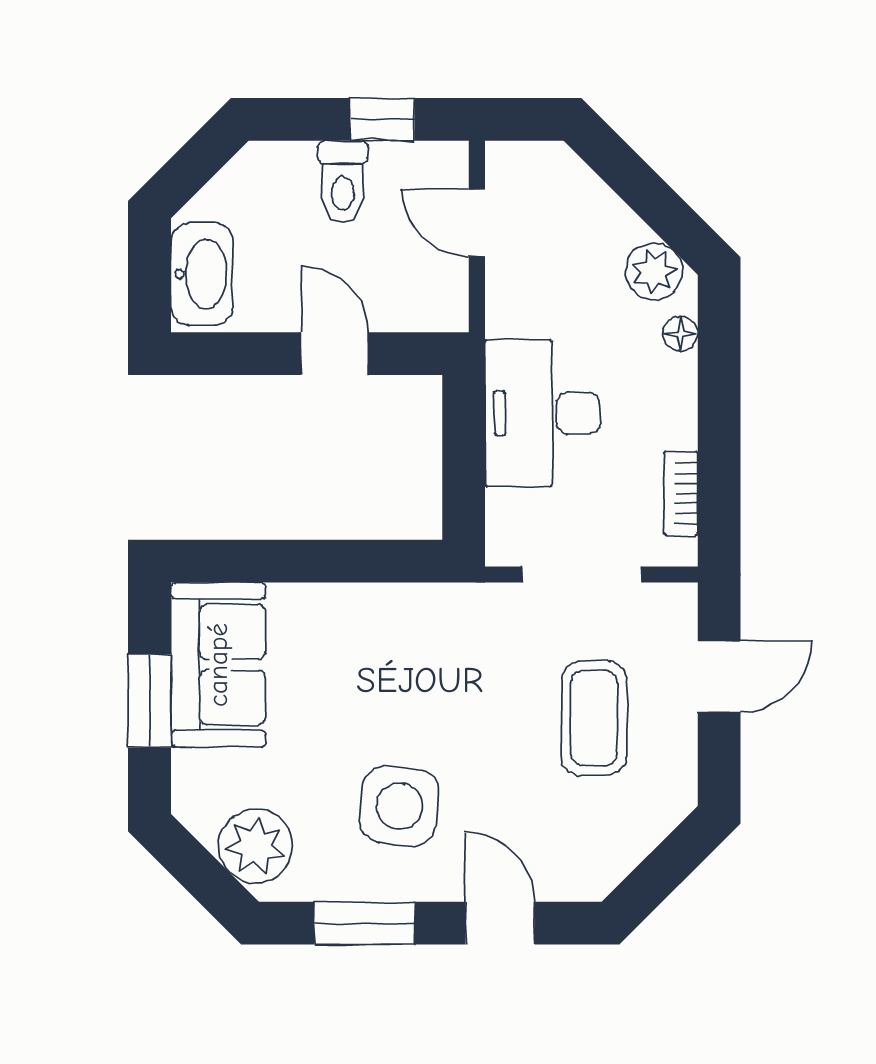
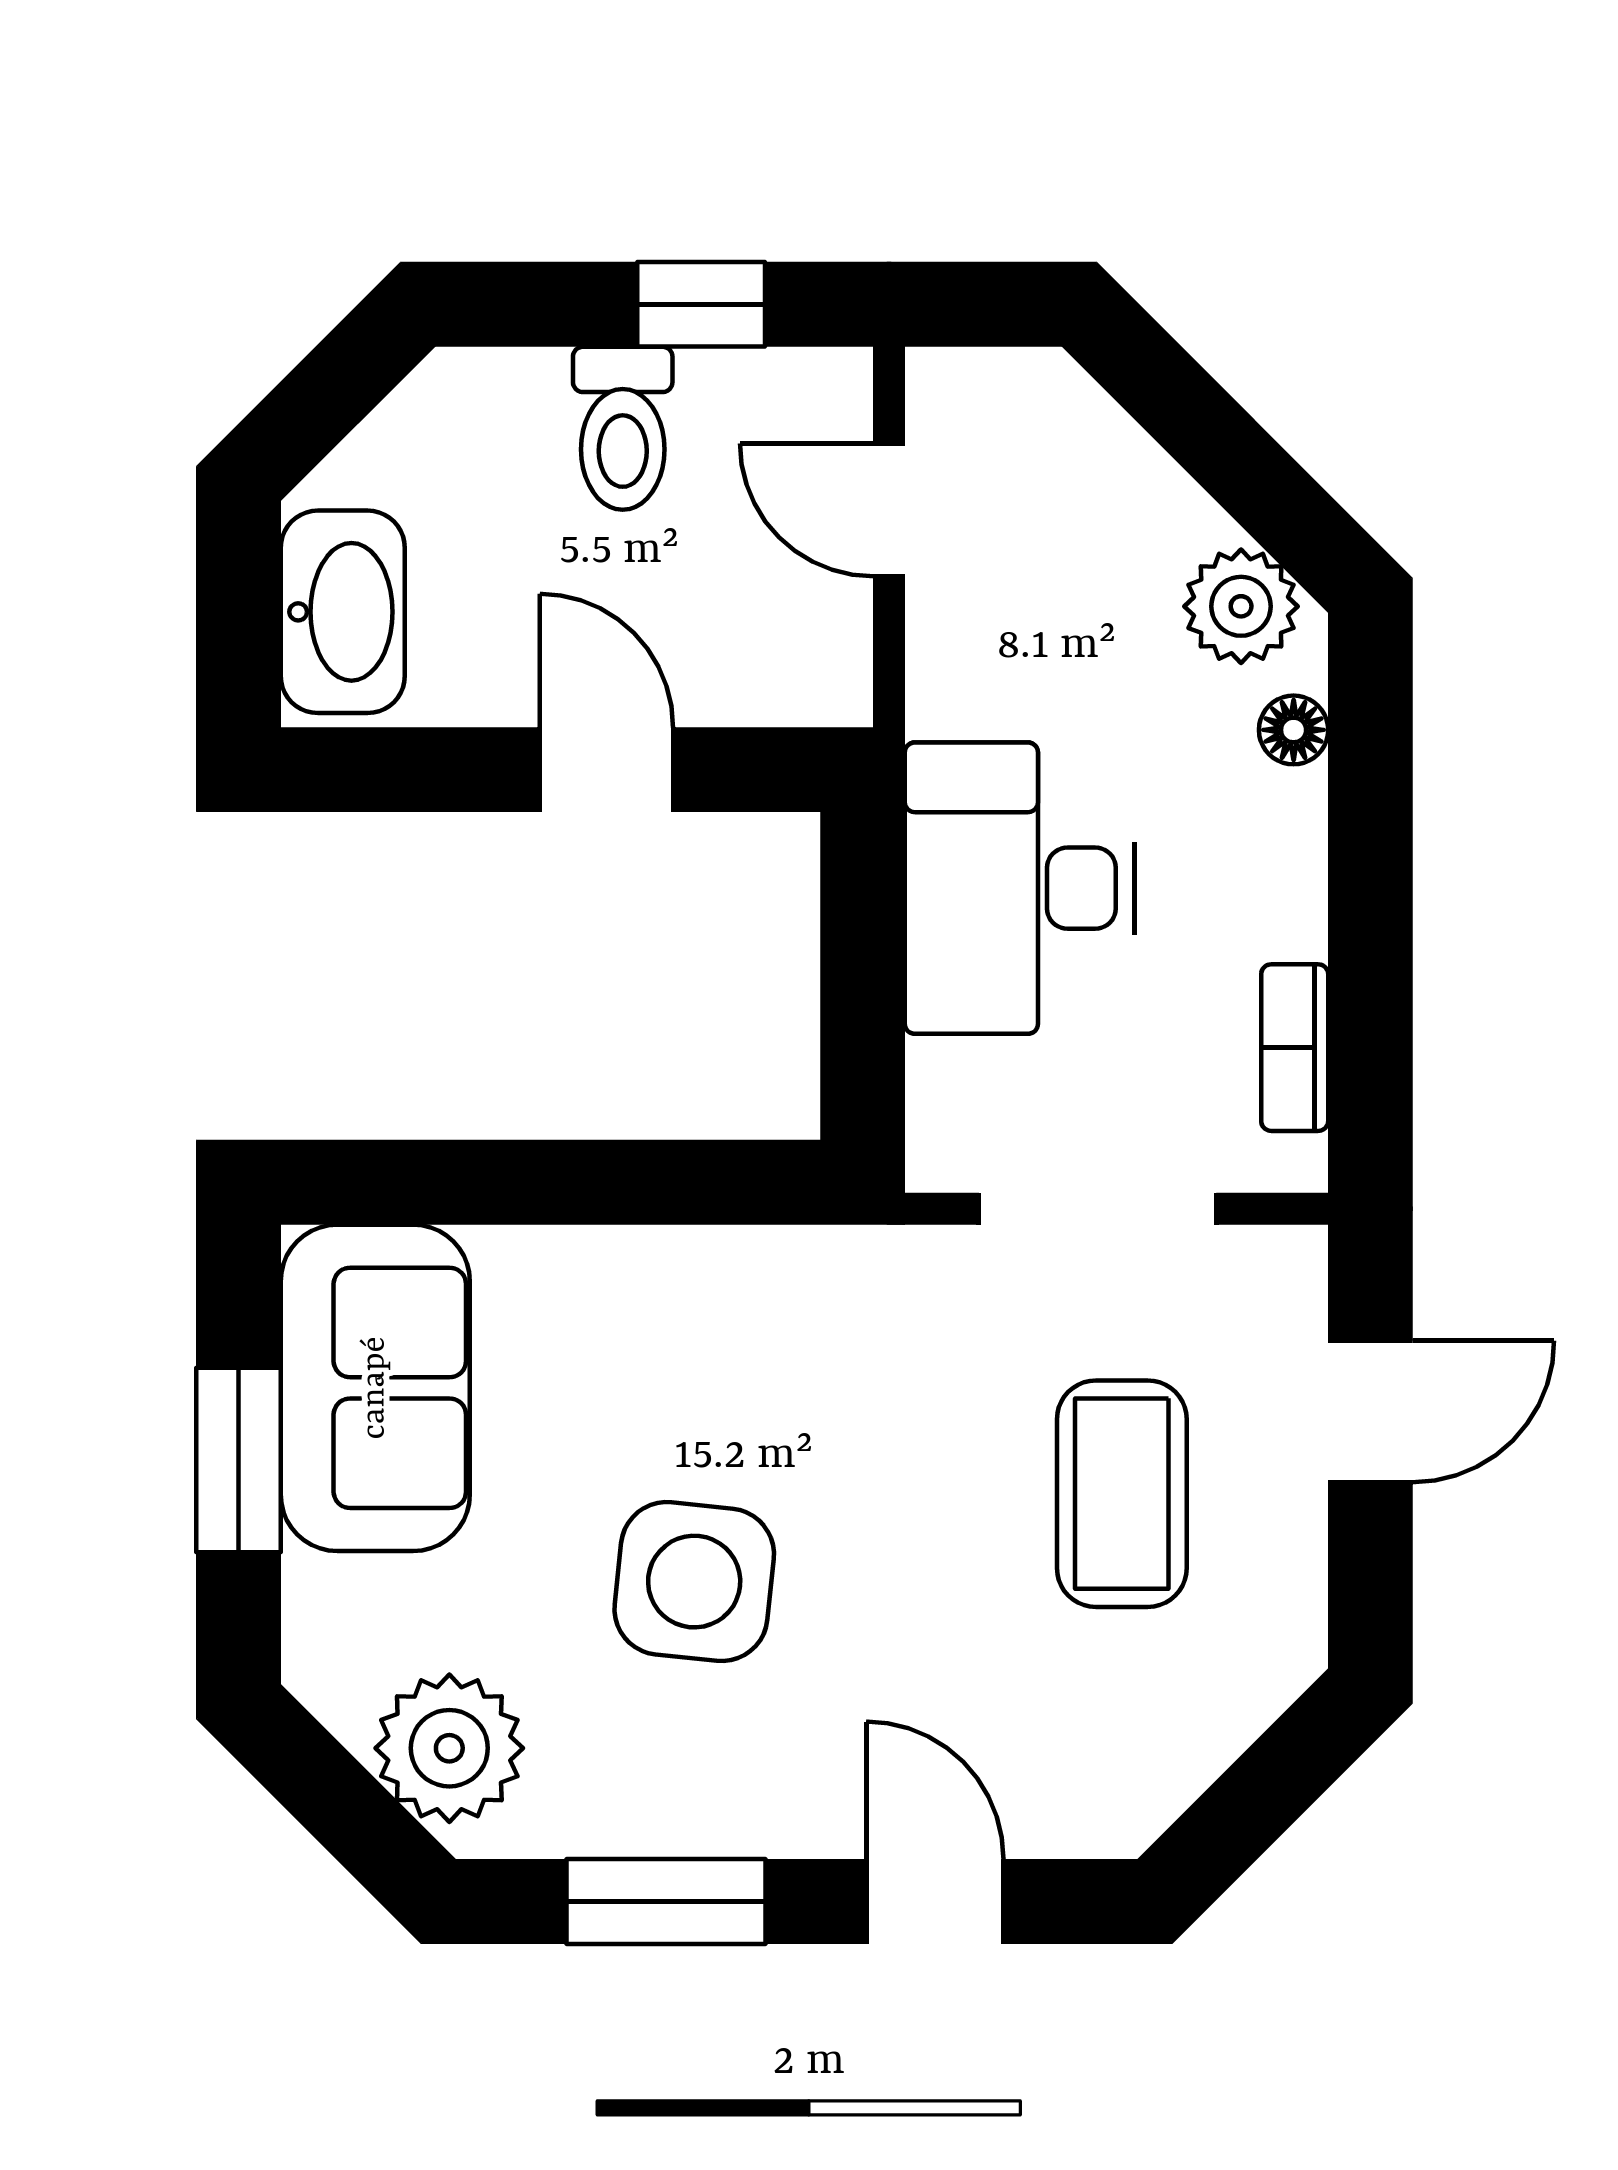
side table: (399, 806) -> (694, 1582), moved

